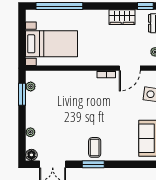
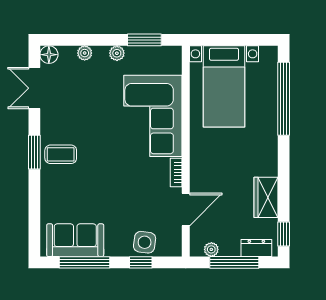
door: (130, 68) -> (186, 209), swing flipped
plant: (31, 86) -> (117, 53), moved
corner sofa: (70, 89) -> (153, 116), added

